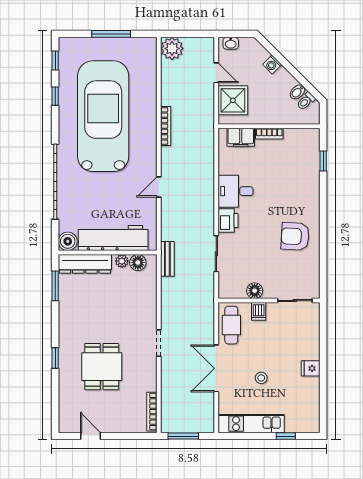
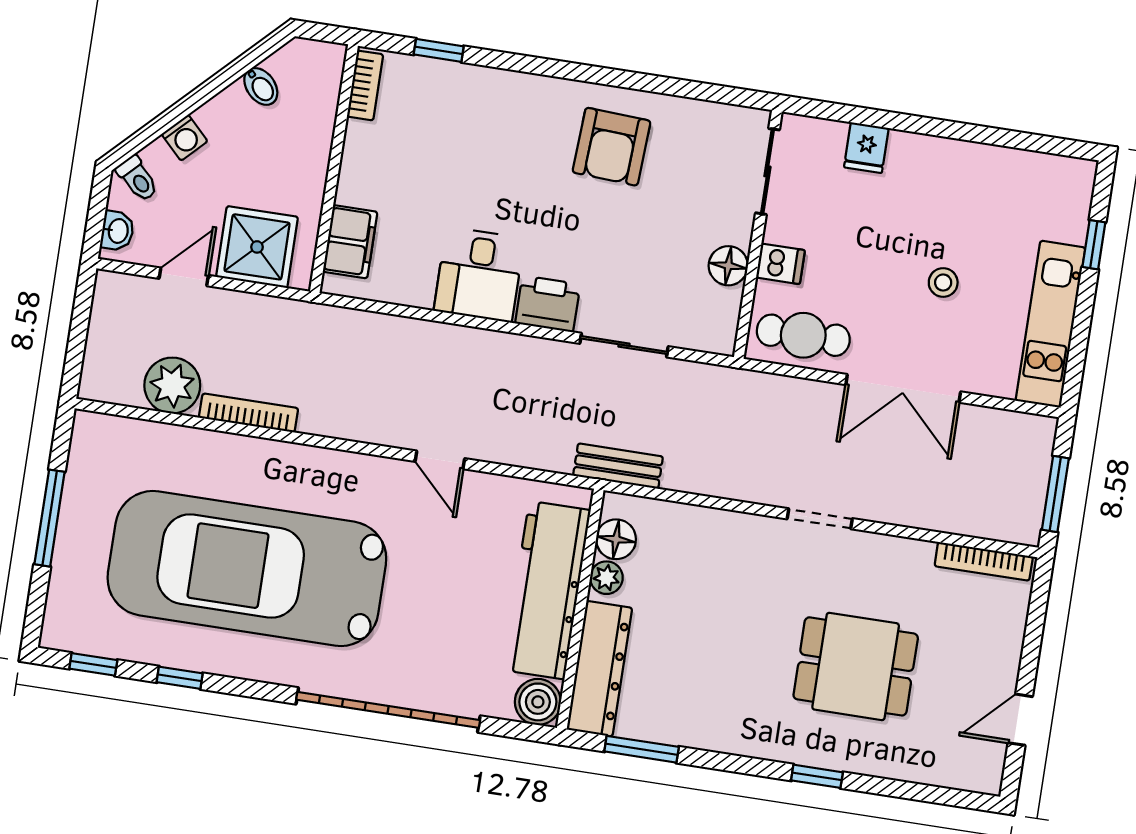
plant: (172, 48) -> (172, 385), moved
toilet: (306, 101) -> (137, 179), moved
bookcase: (166, 126) -> (249, 413), moved
bookcase: (269, 134) -> (365, 85), moved
fridge: (311, 368) -> (866, 148), moved

